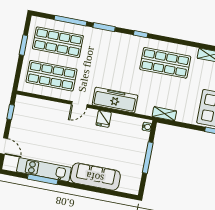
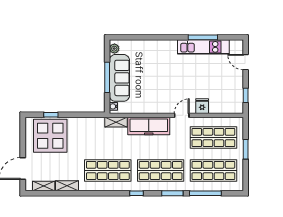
window: (23, 45) -> (246, 149), moved
shop shelf: (112, 53) -> (161, 170), added
shelving: (164, 114) -> (116, 122), moved
fridge: (104, 119) -> (202, 106), moved
sofa: (95, 177) -> (119, 78), moved, turned -90
plant: (135, 185) -> (114, 49), added

